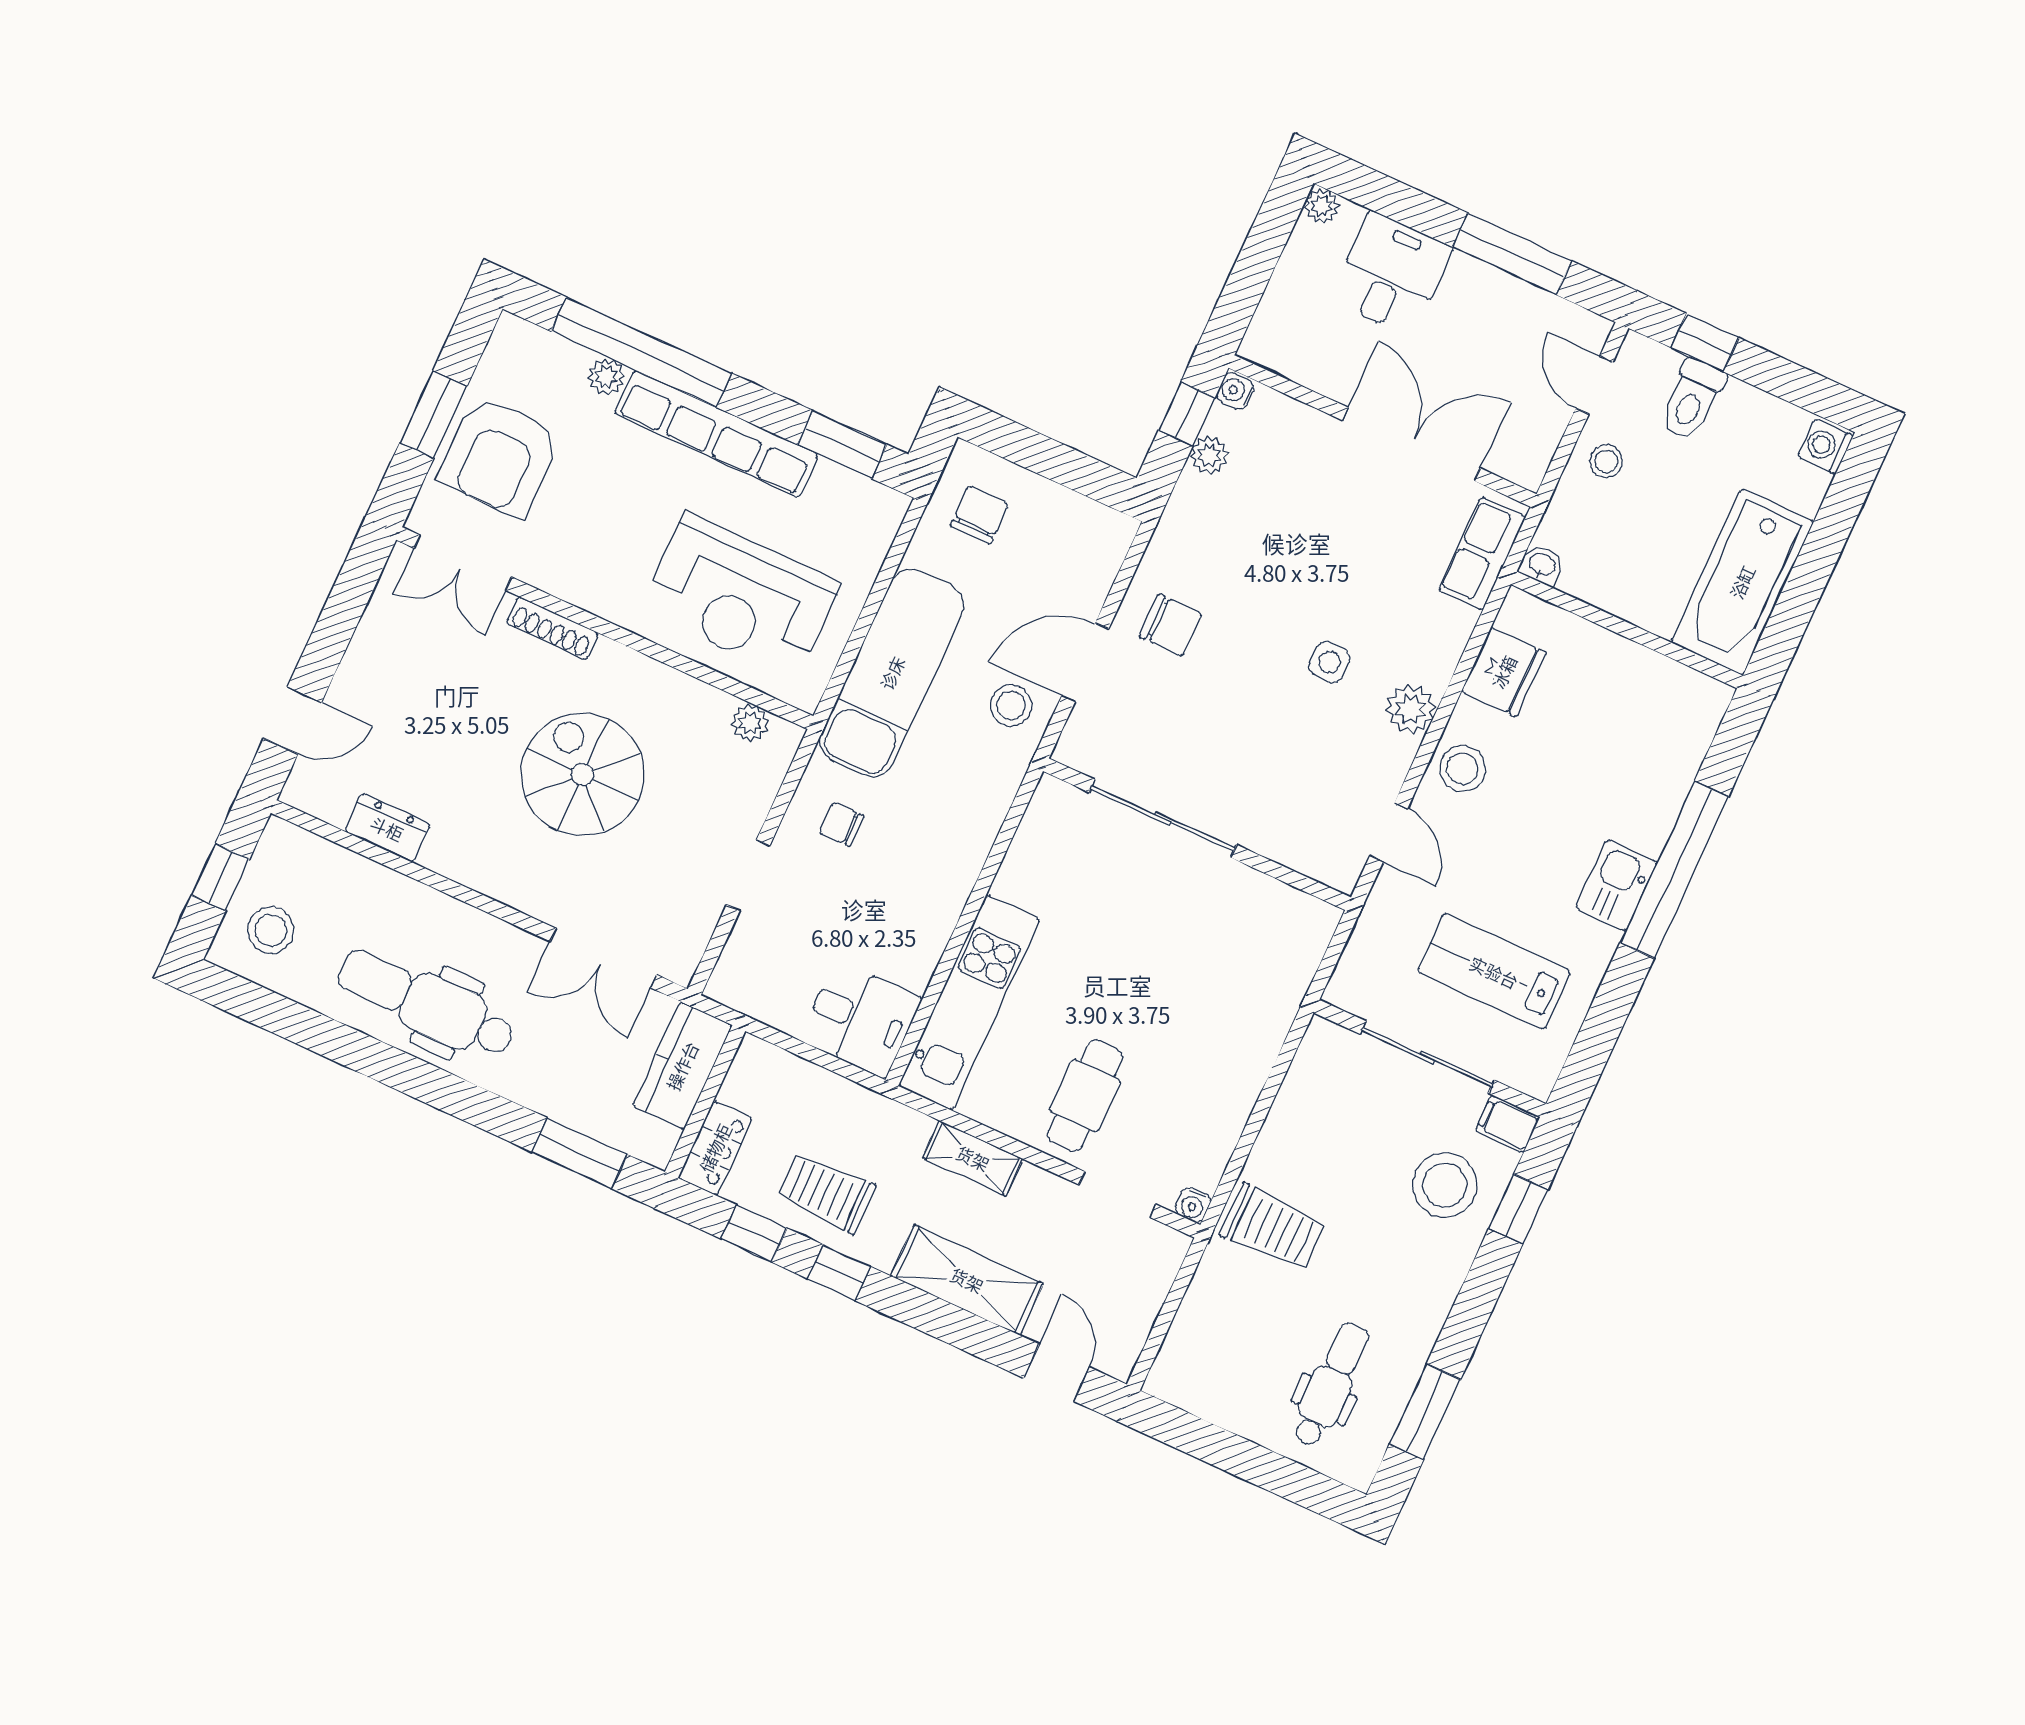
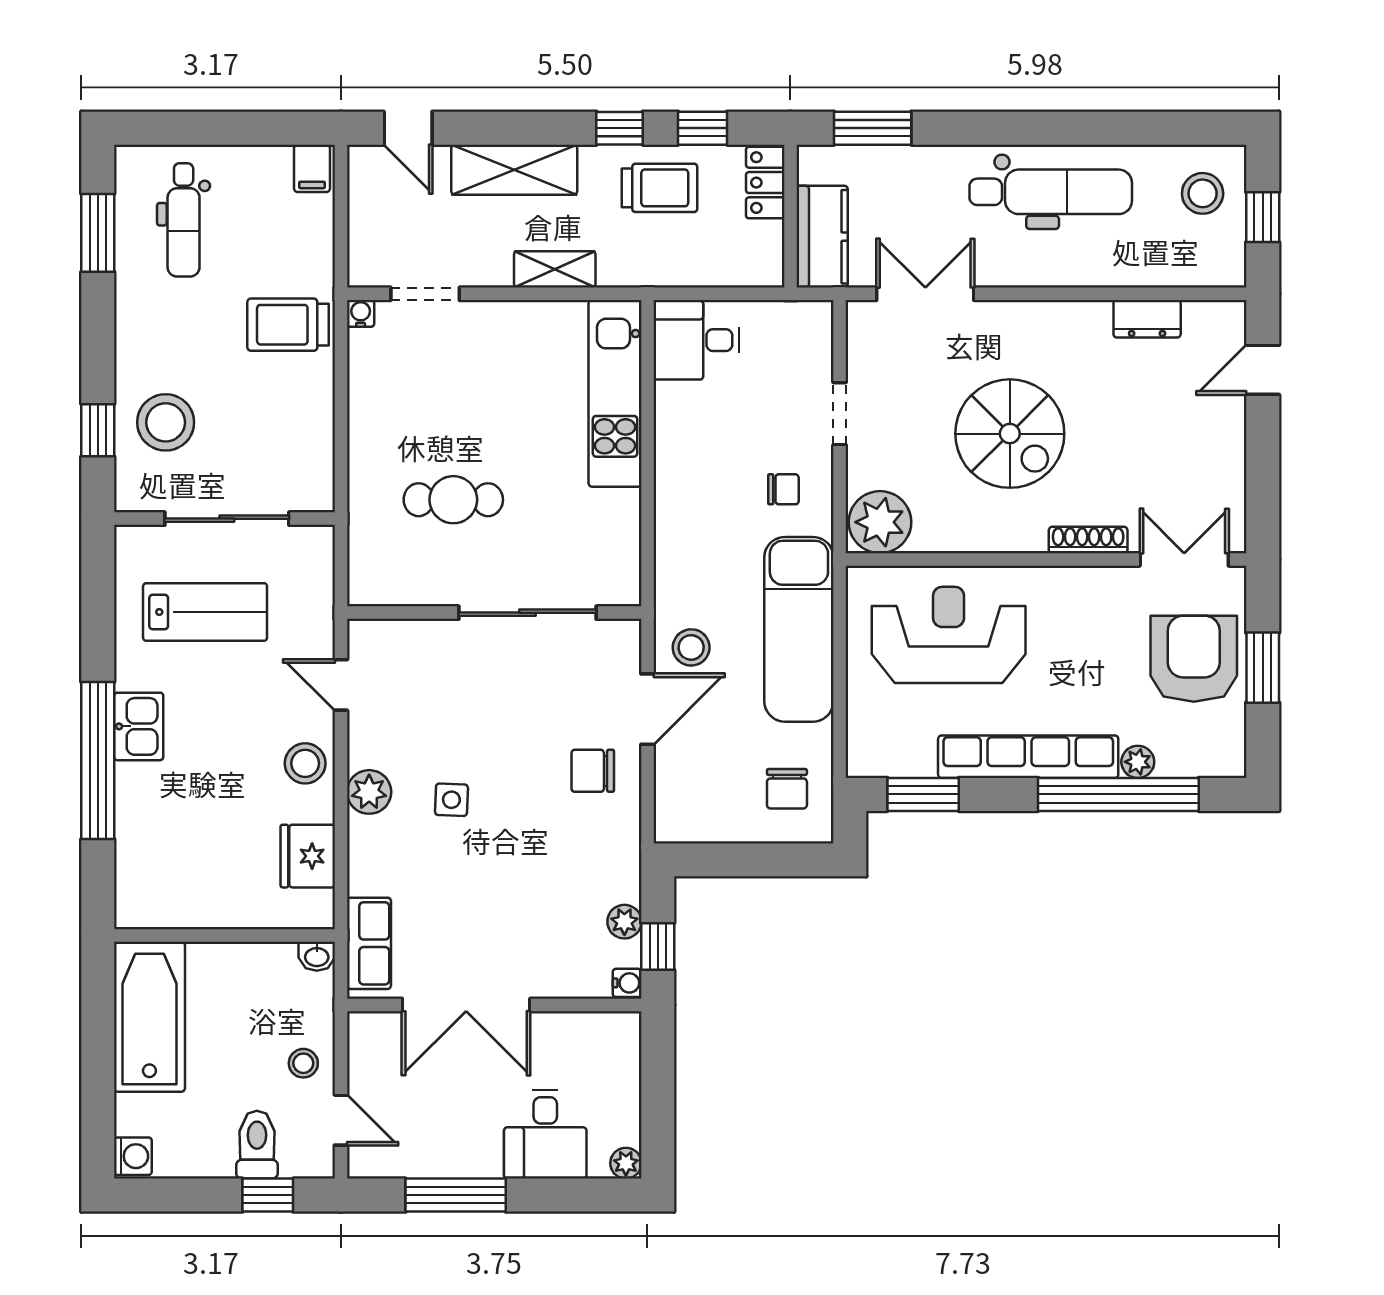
plant: (750, 723) -> (880, 522), width x1.87, depth x1.87
cafe table: (1085, 1096) -> (453, 500), moved, turned 90
filing cabinet: (1507, 1124) -> (312, 168), moved, turned 90

